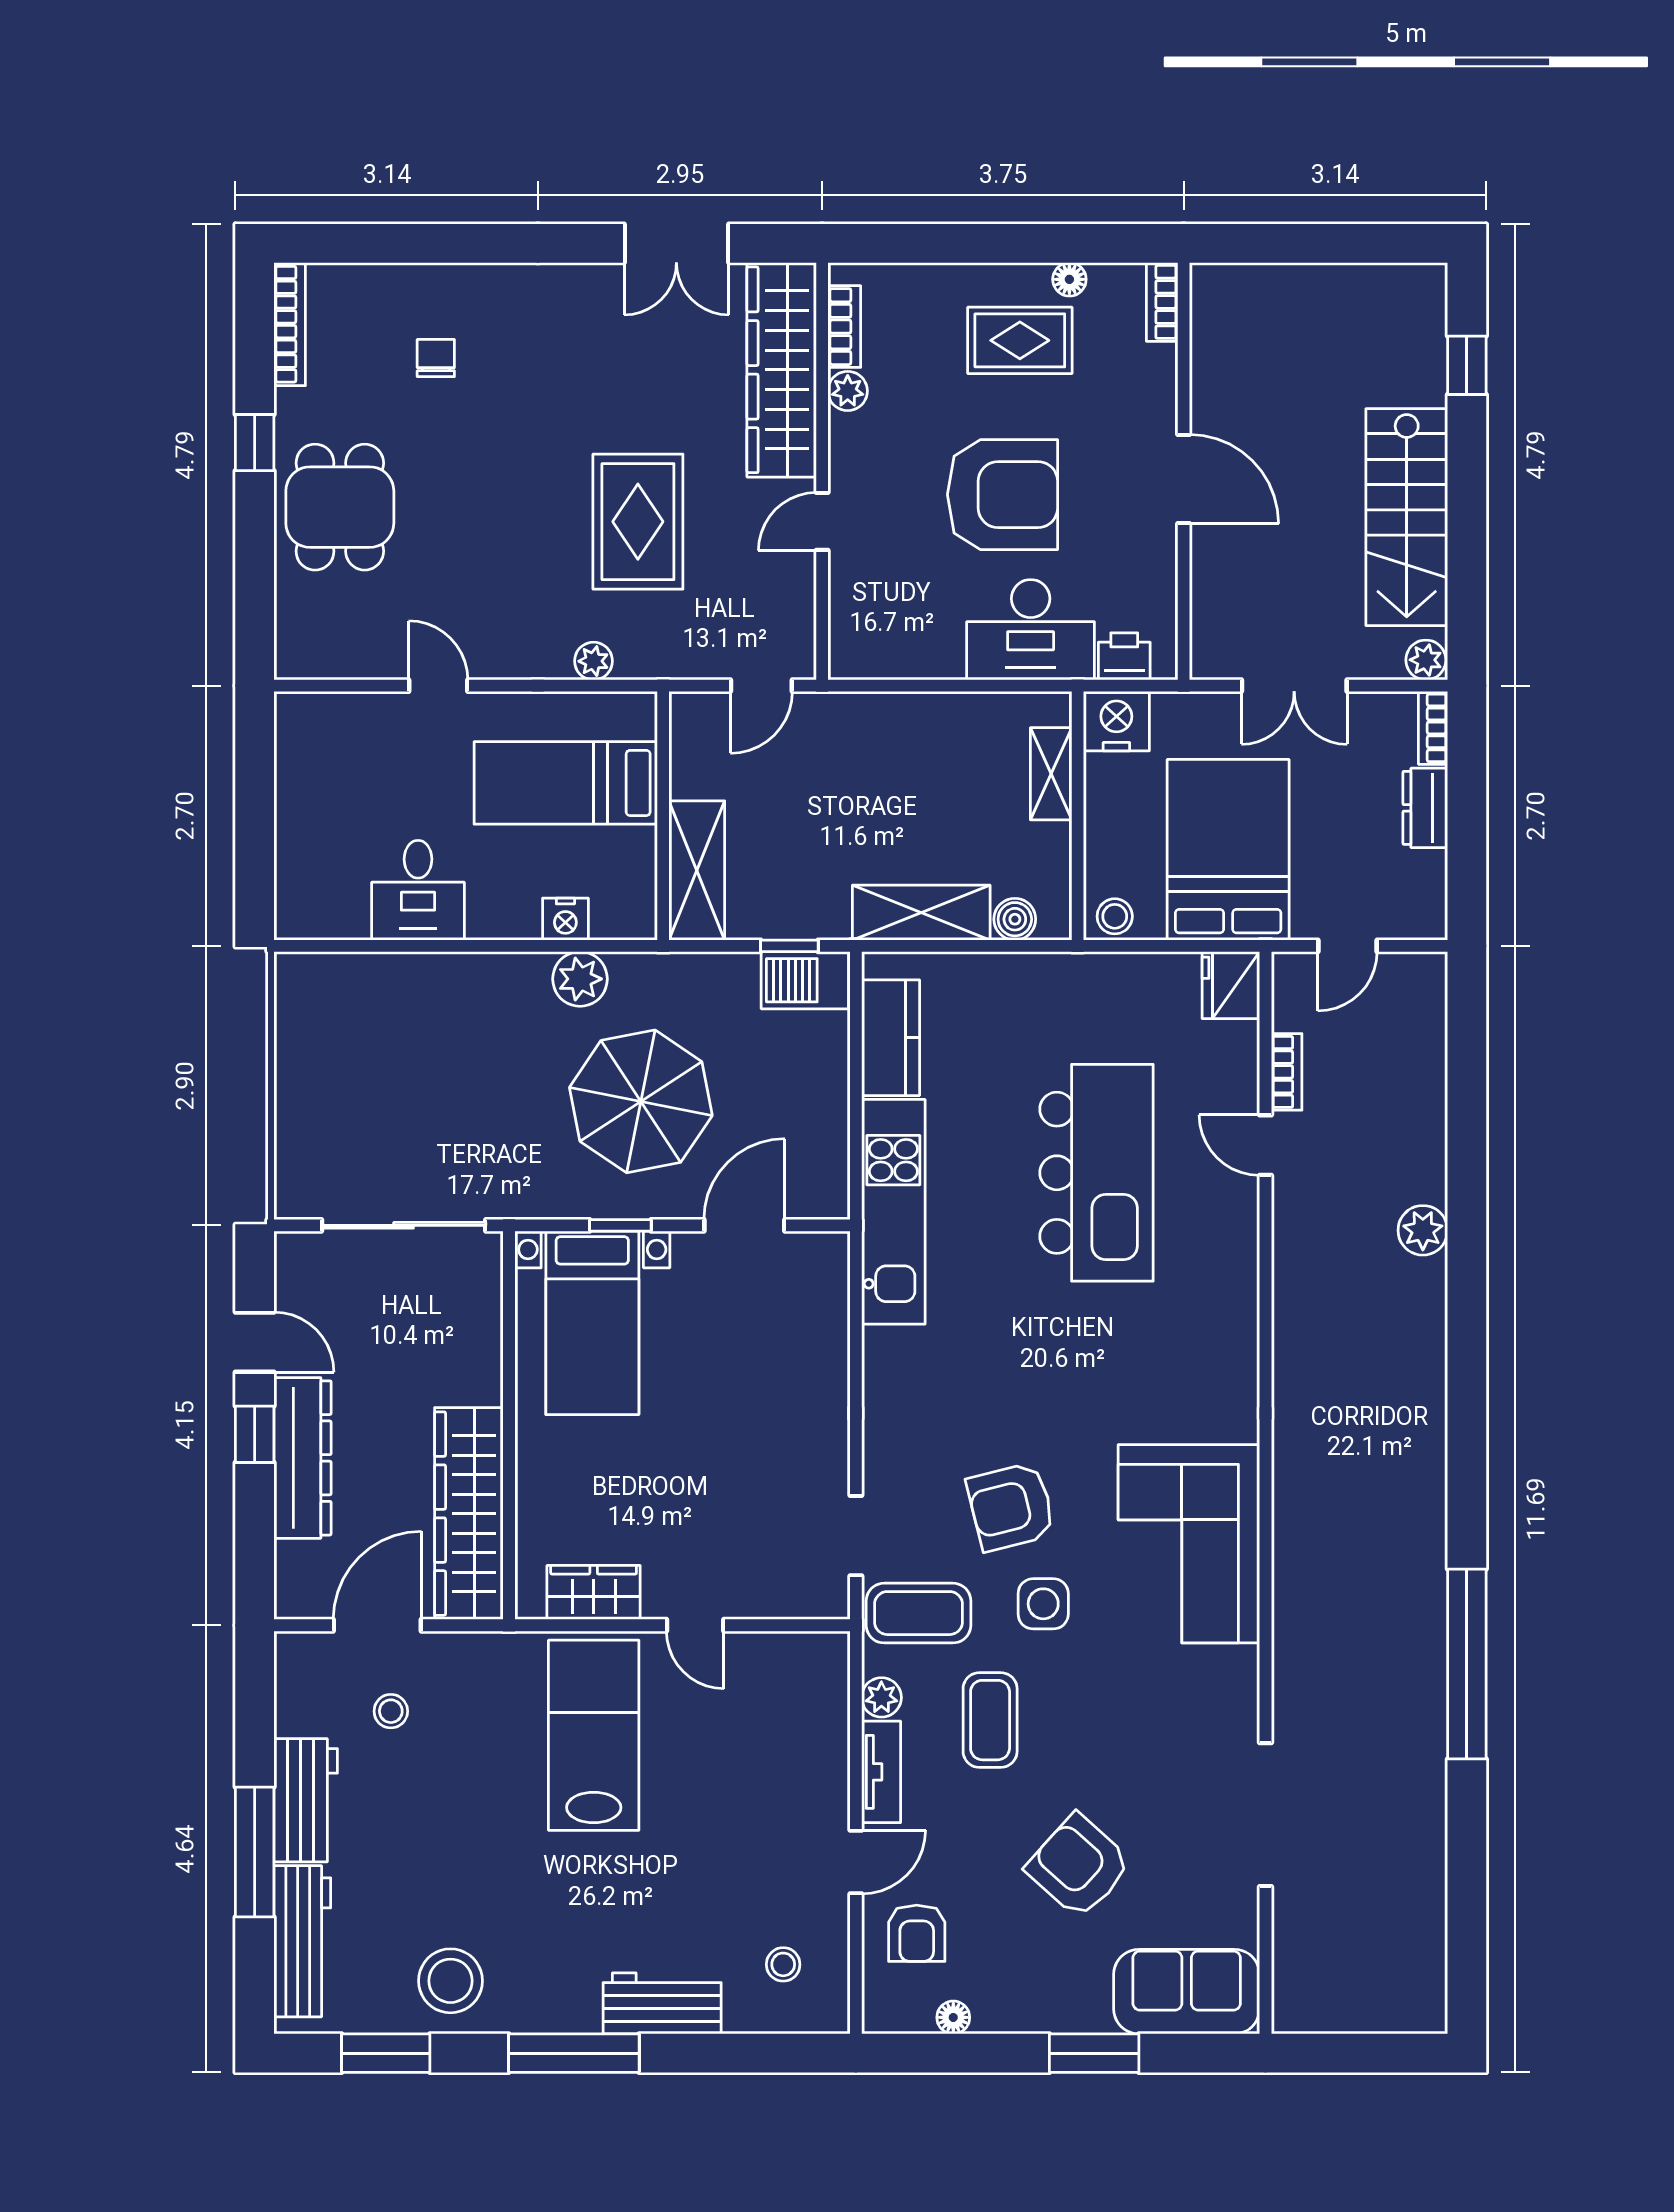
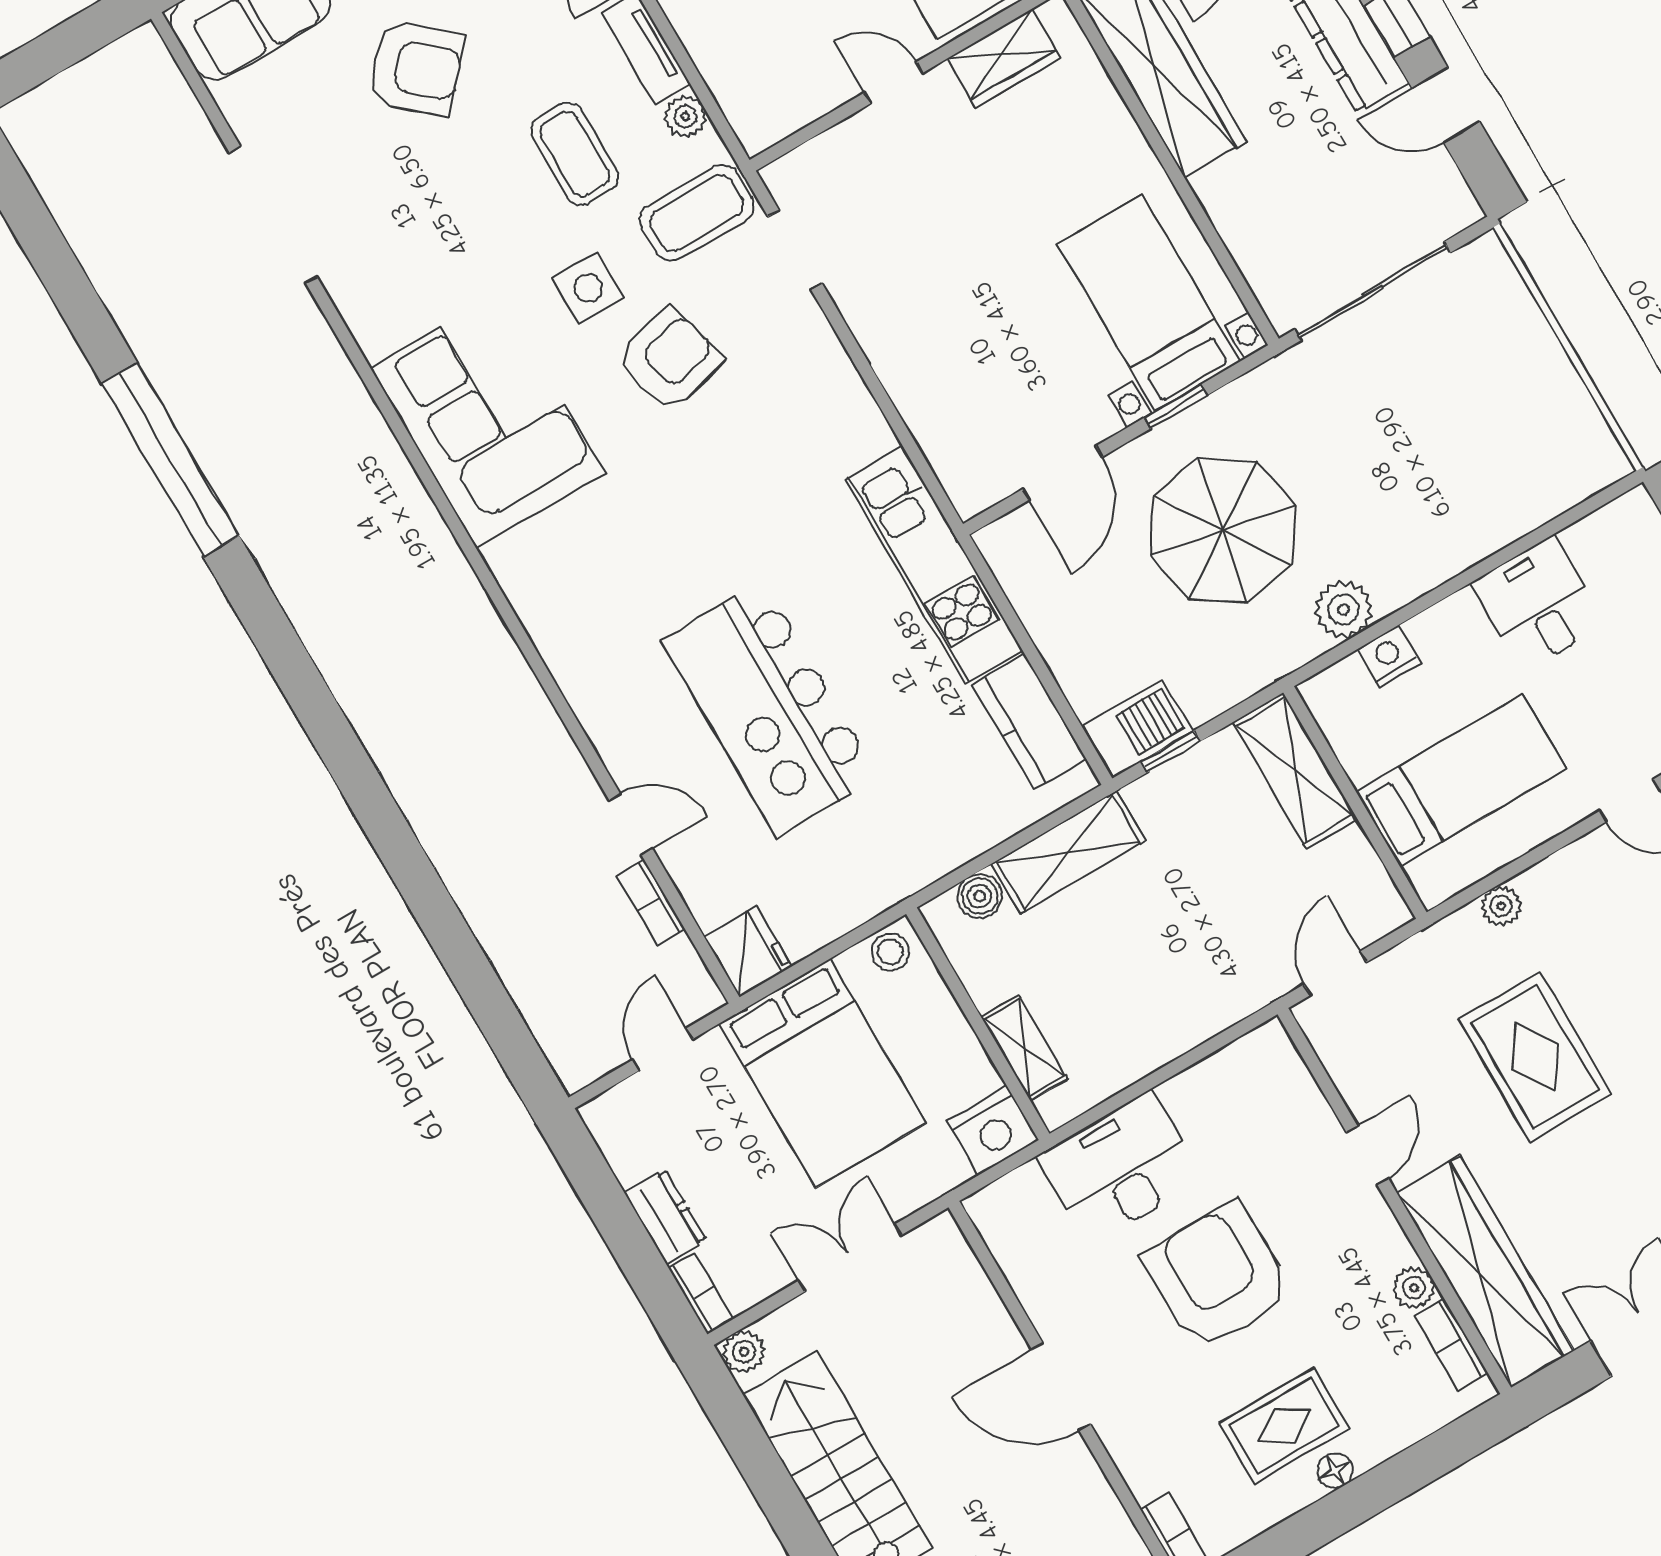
floor lamp: (1069, 279) -> (1335, 1471), moved
armchair: (1002, 495) -> (1218, 1276), turned 90
printer: (1124, 656) -> (1020, 1194), removed
plant: (1423, 1230) -> (442, 831), removed

